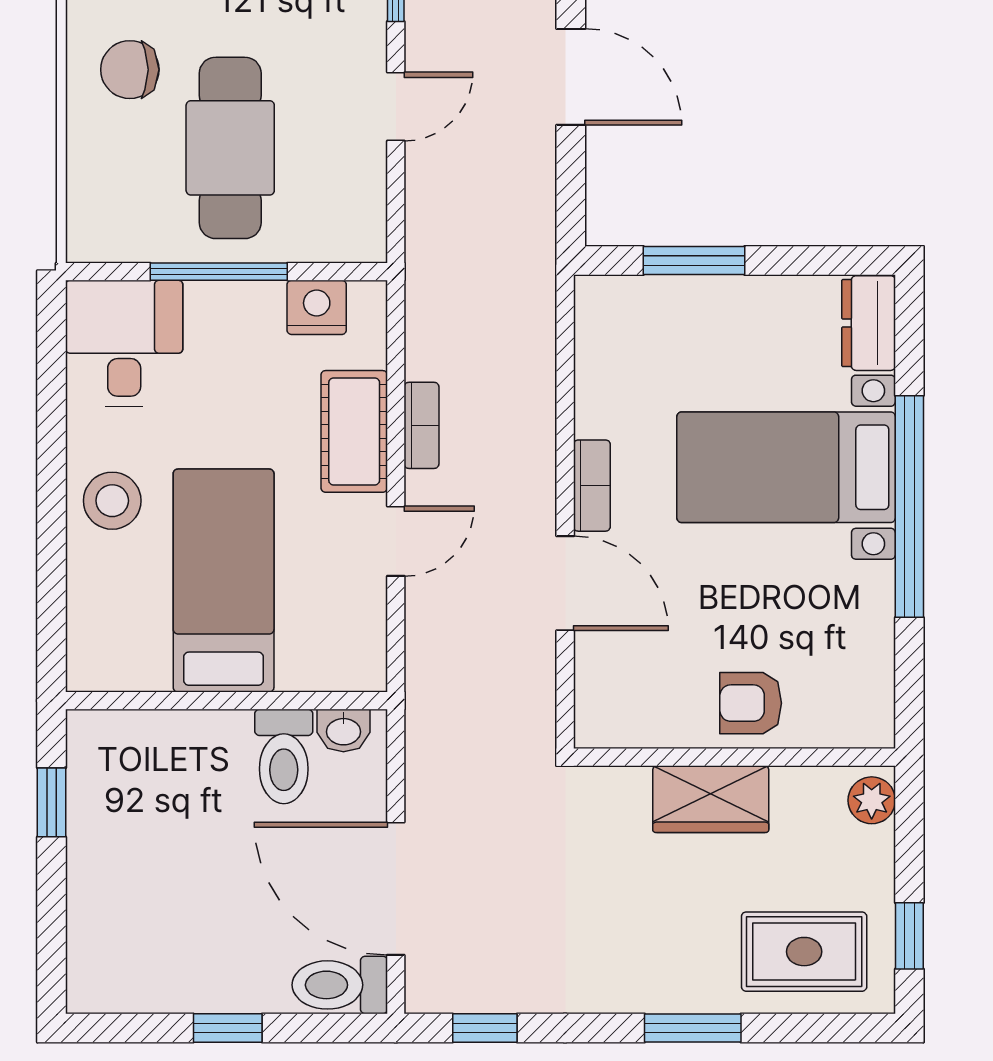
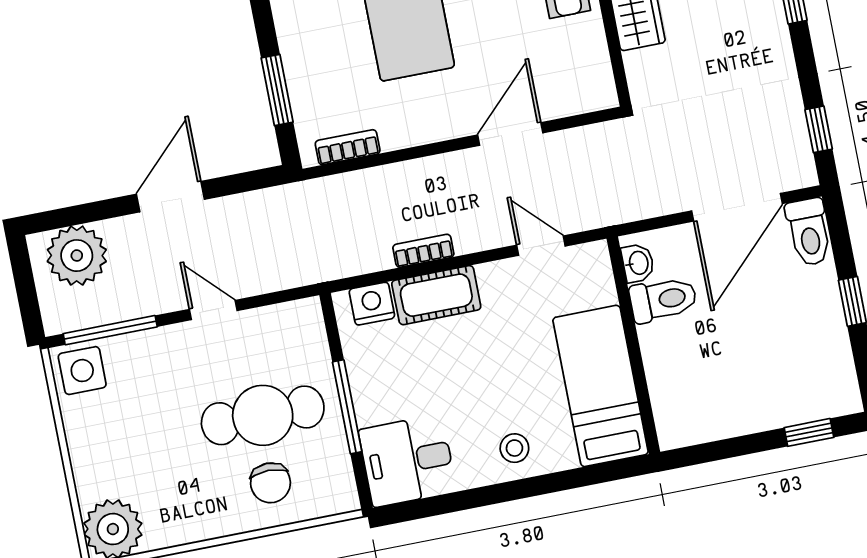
chair: (130, 70) -> (270, 483), moved
nightstand: (317, 307) -> (372, 304), moved, turned 90
bookcase: (592, 486) -> (348, 147), moved
stool: (112, 501) -> (514, 448), width x0.73, depth x0.73
door: (396, 541) -> (541, 246), moved
bed: (224, 581) -> (600, 386), moved, turned 90
window: (52, 802) -> (809, 432), moved

